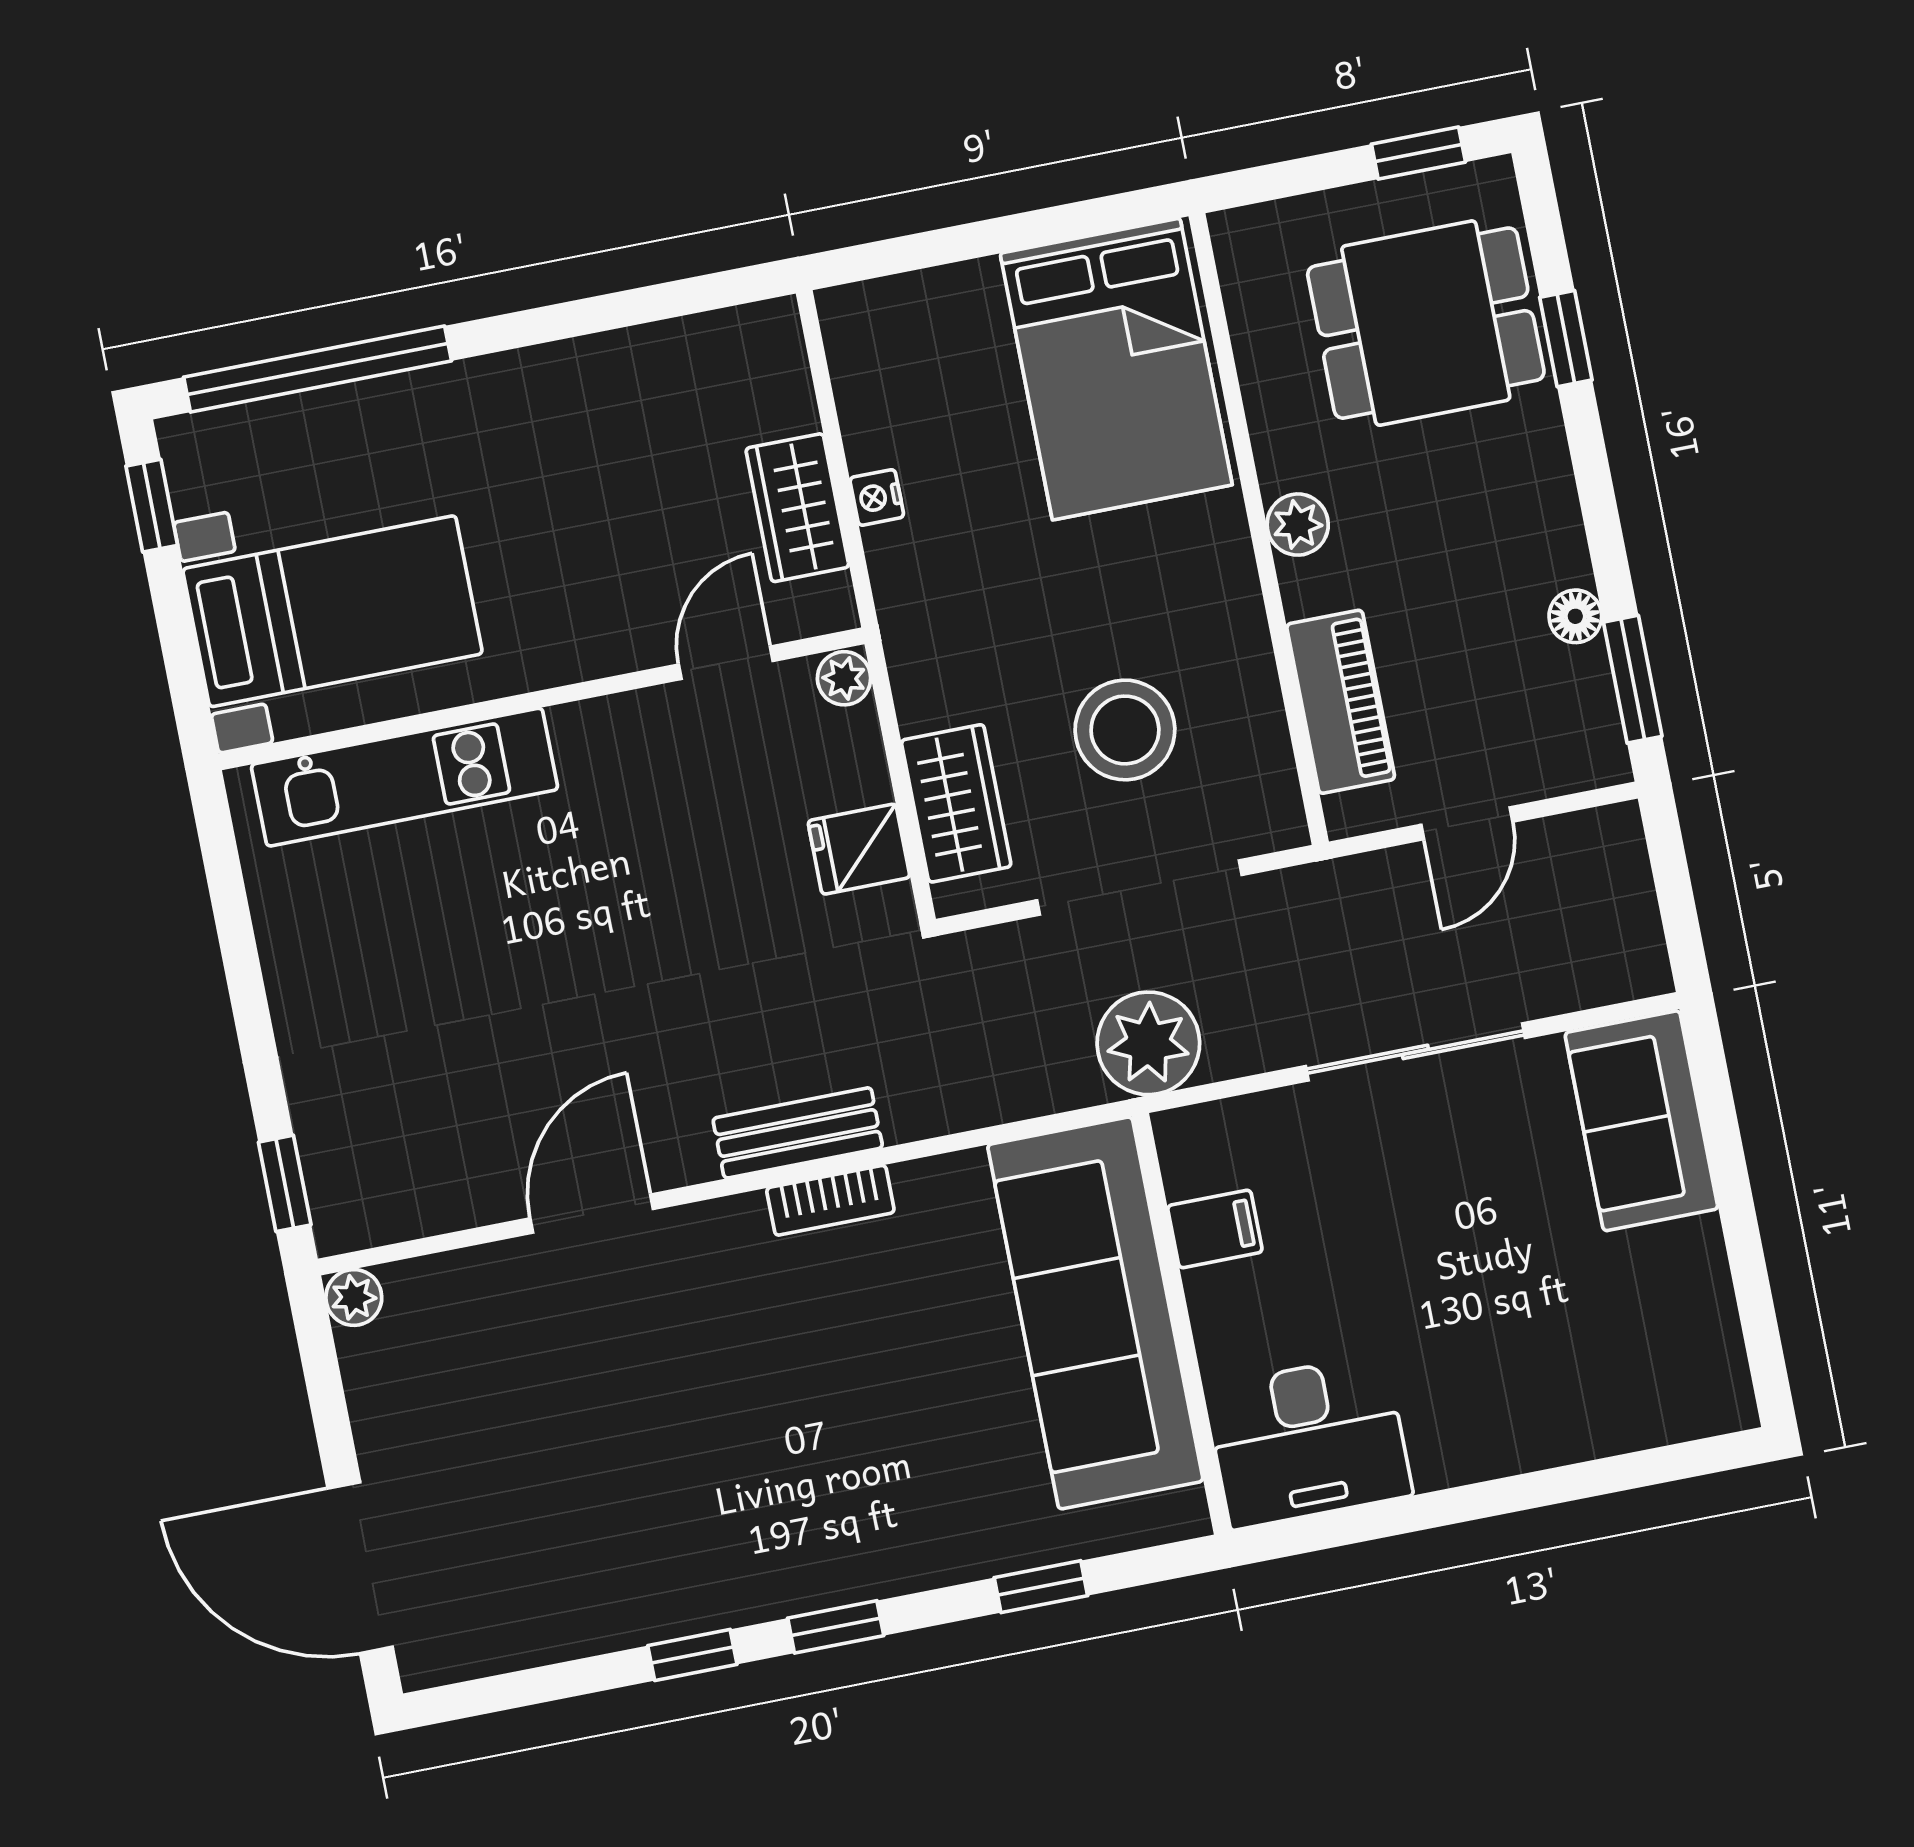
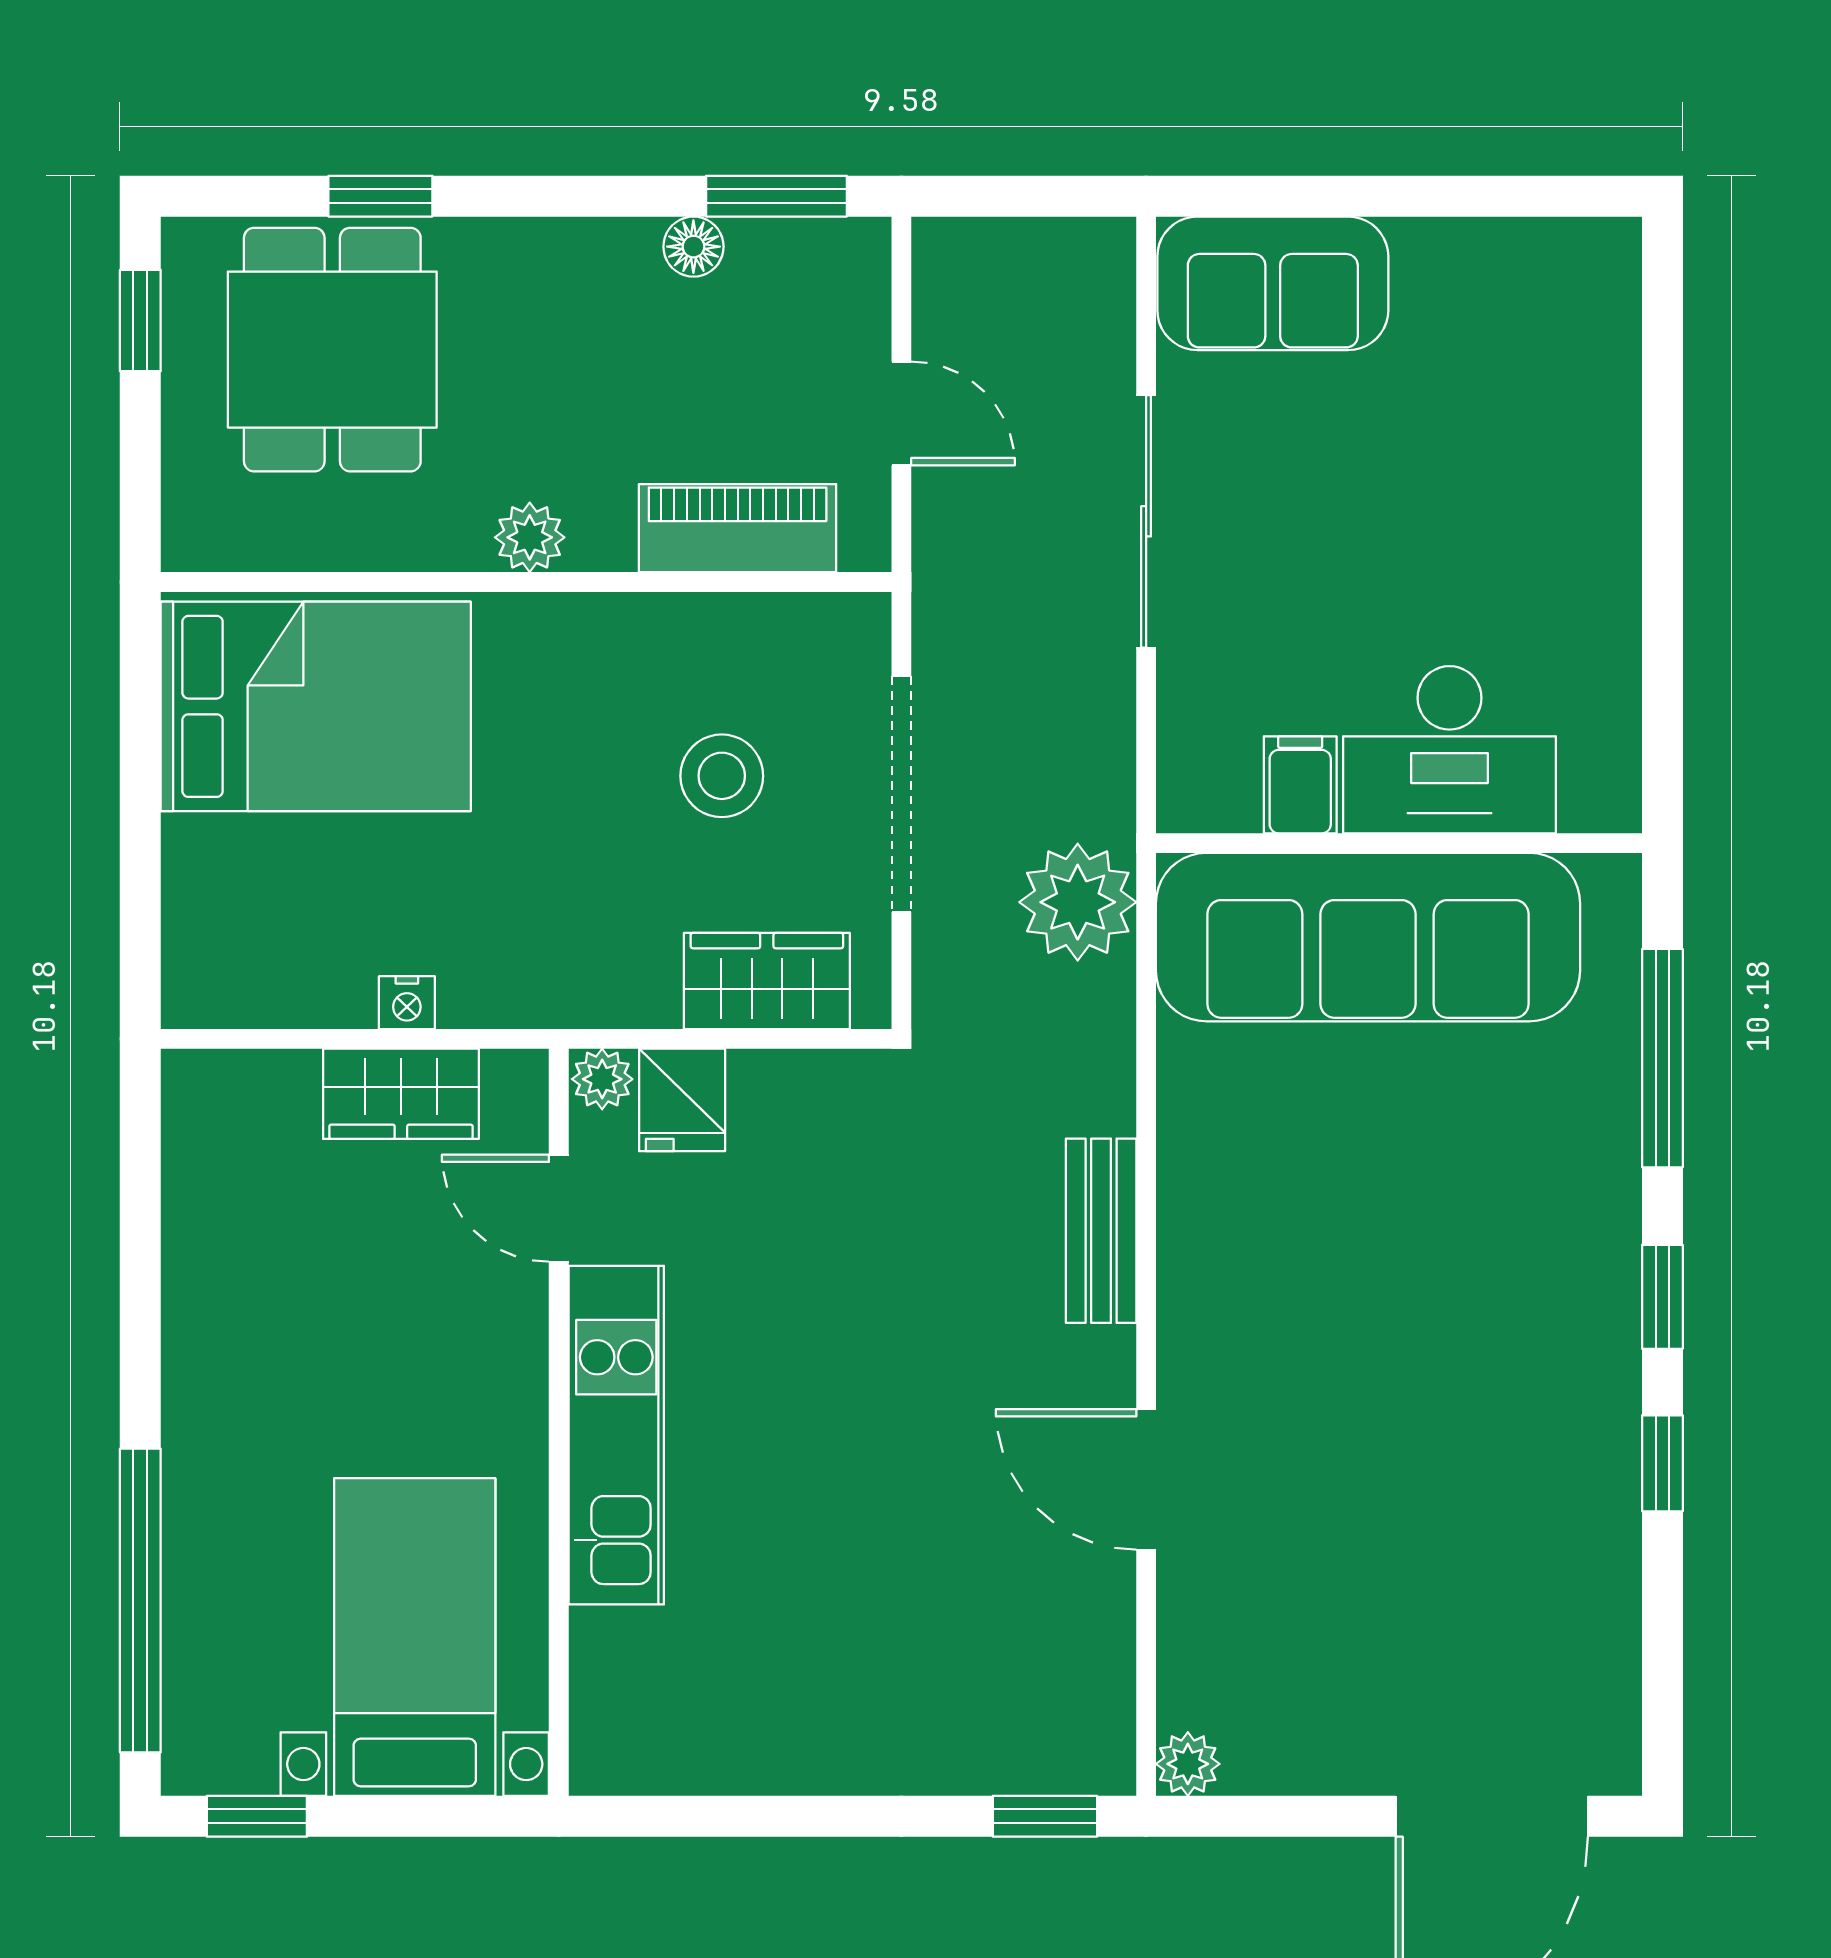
stool: (1125, 730) -> (722, 776), width x0.73, depth x0.73
kitchen unit: (404, 777) -> (616, 1435), moved
fridge: (859, 849) -> (682, 1100), moved
plant: (1148, 1043) -> (1078, 902), moved
bookcase: (830, 1200) -> (1184, 1209), removed
desk: (1308, 1441) -> (1449, 750), moved, turned 90
window: (1041, 1587) -> (1662, 1058), width x2.17

